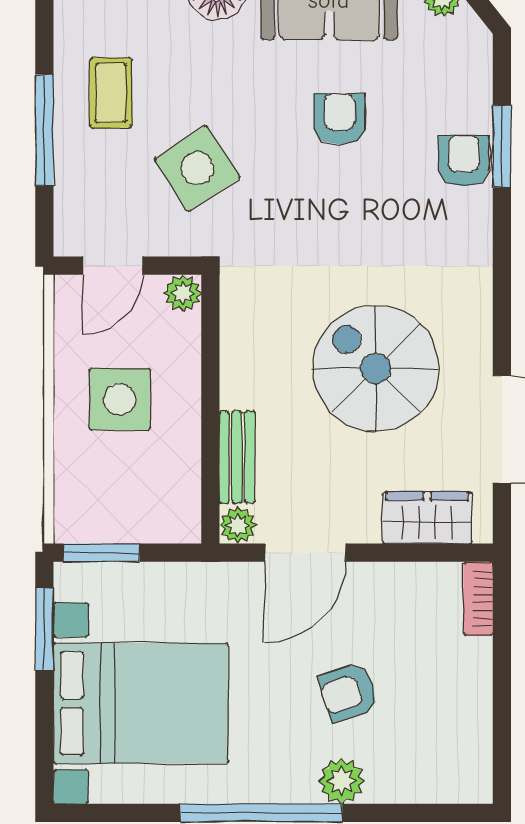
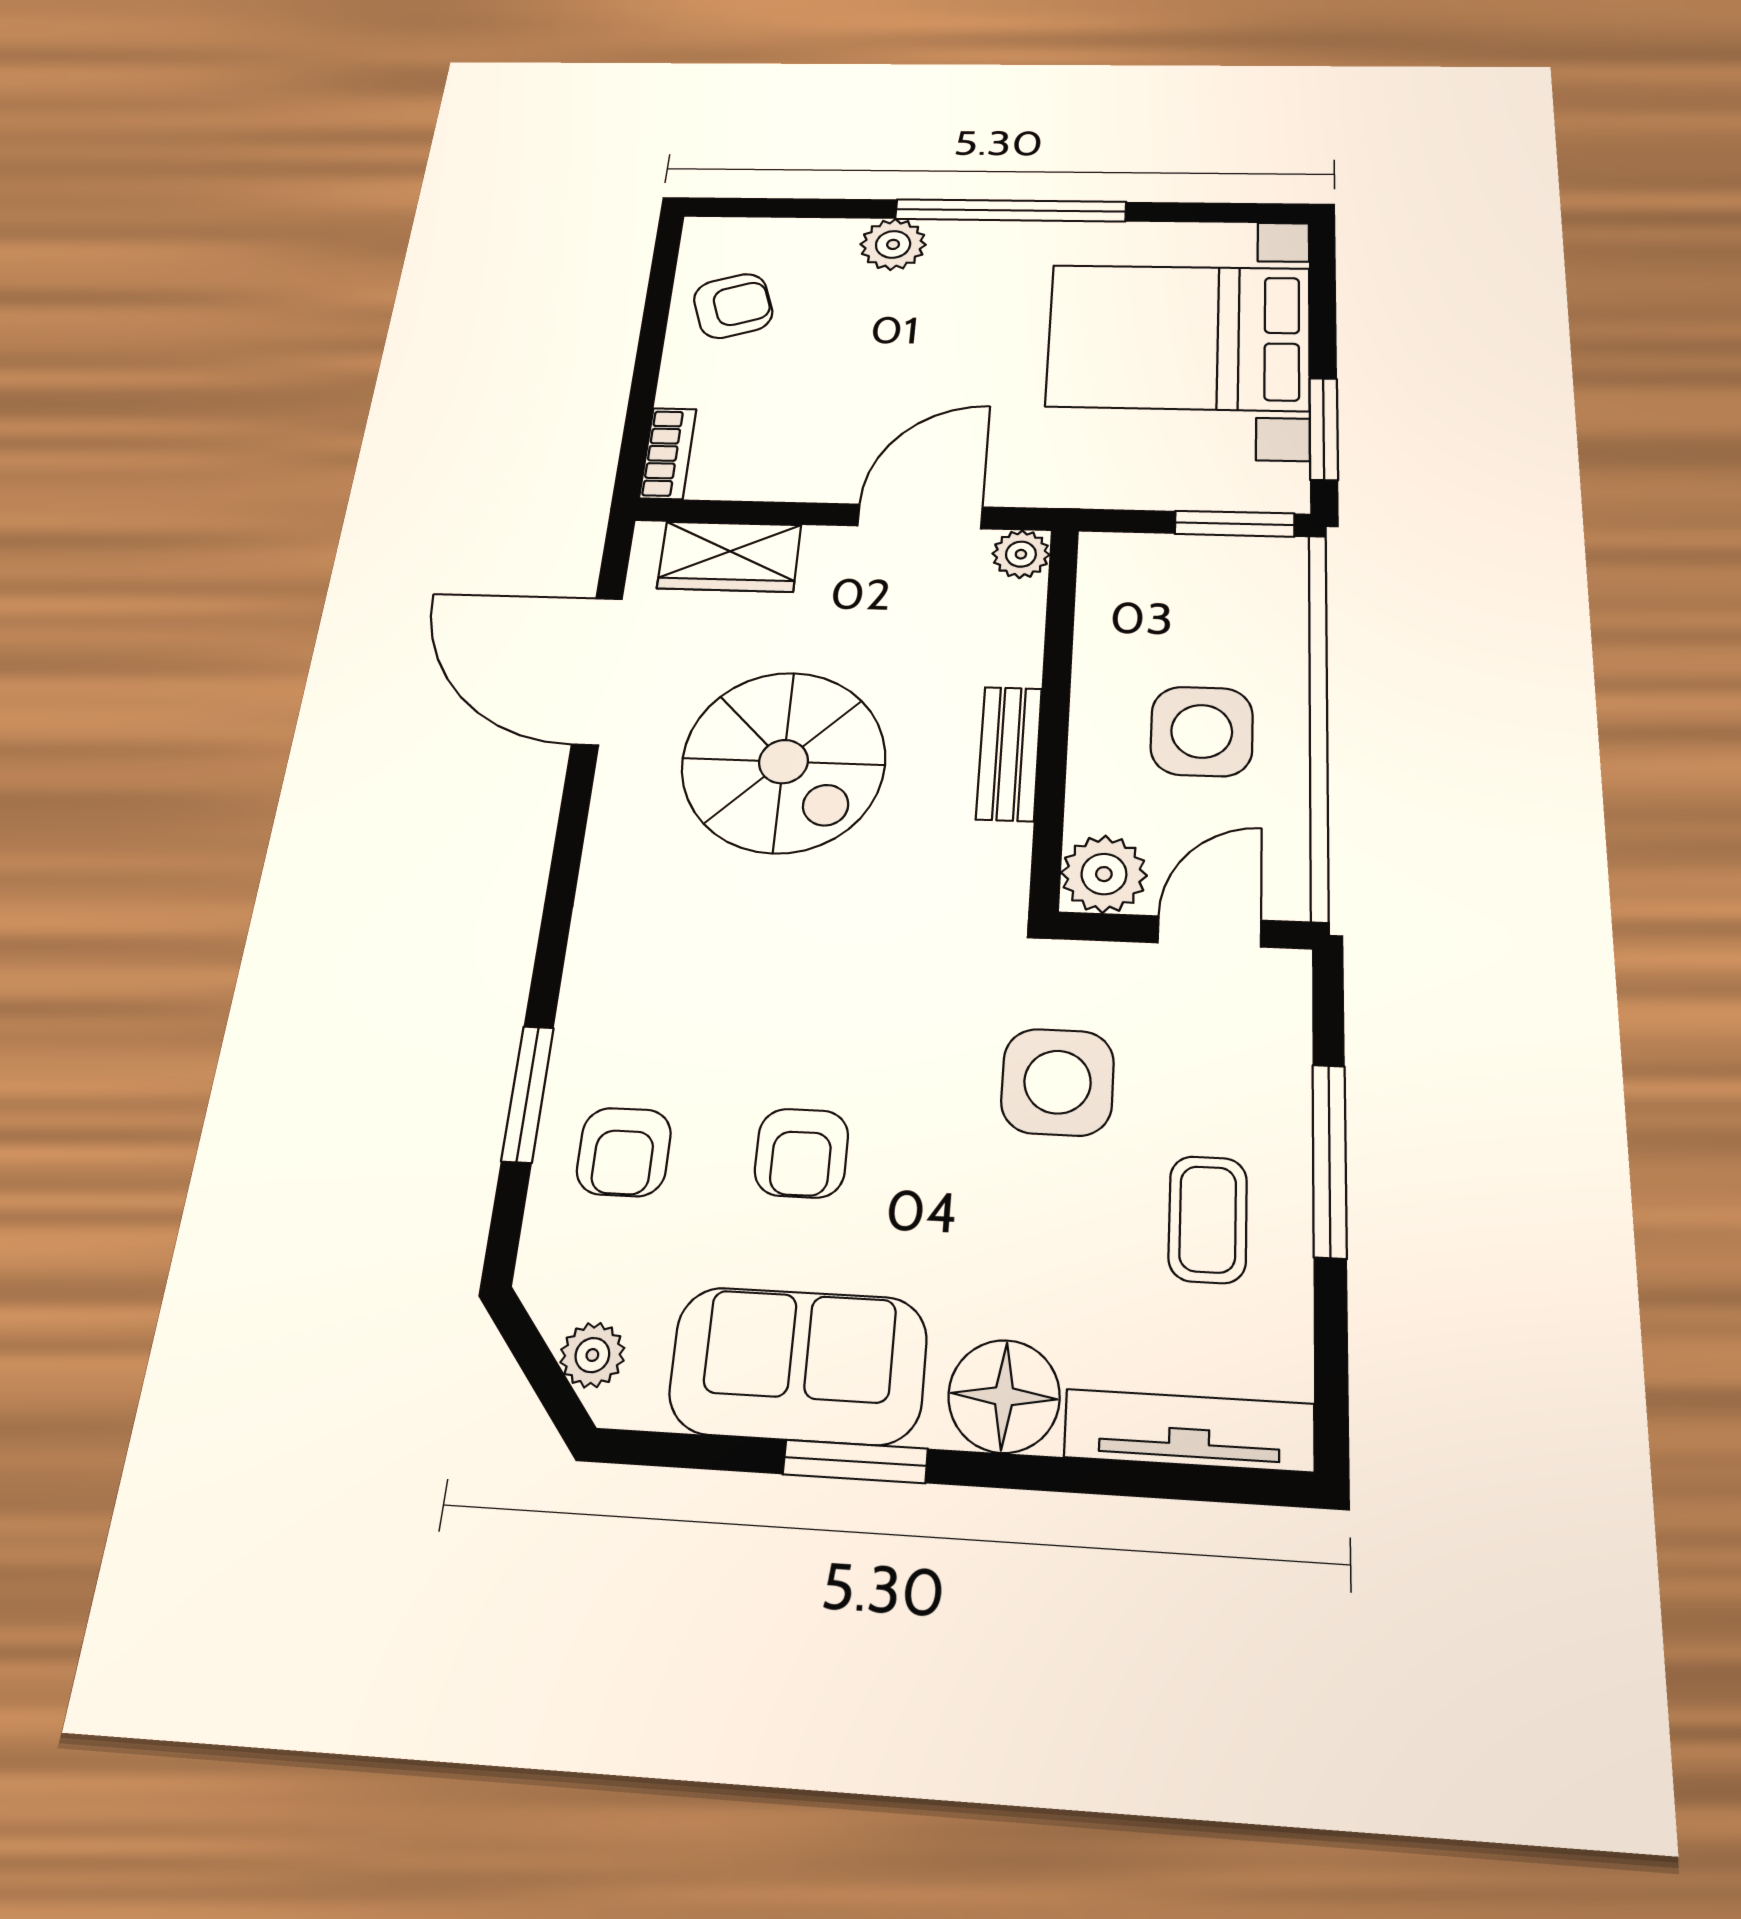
armchair: (464, 161) -> (624, 1152), moved
side table: (197, 168) -> (1058, 1082), turned 33
plant: (183, 293) -> (1104, 874), width x1.38, depth x1.38
bench: (237, 457) -> (1009, 753), moved
armchair: (348, 692) -> (733, 306), moved

